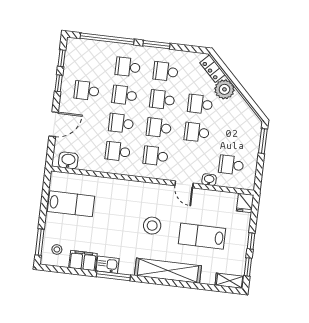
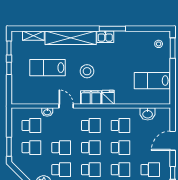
school desk: (235, 137) -> (31, 148), added
washbasin: (68, 160) -> (148, 114), moved
fridge: (245, 203) -> (108, 97), moved
lab bench: (202, 236) -> (47, 68), turned 180
filing cabinet: (83, 261) -> (91, 98), moved, turned 180
kitchen sink: (108, 265) -> (105, 37), moved
shelving: (230, 281) -> (33, 36), moved

